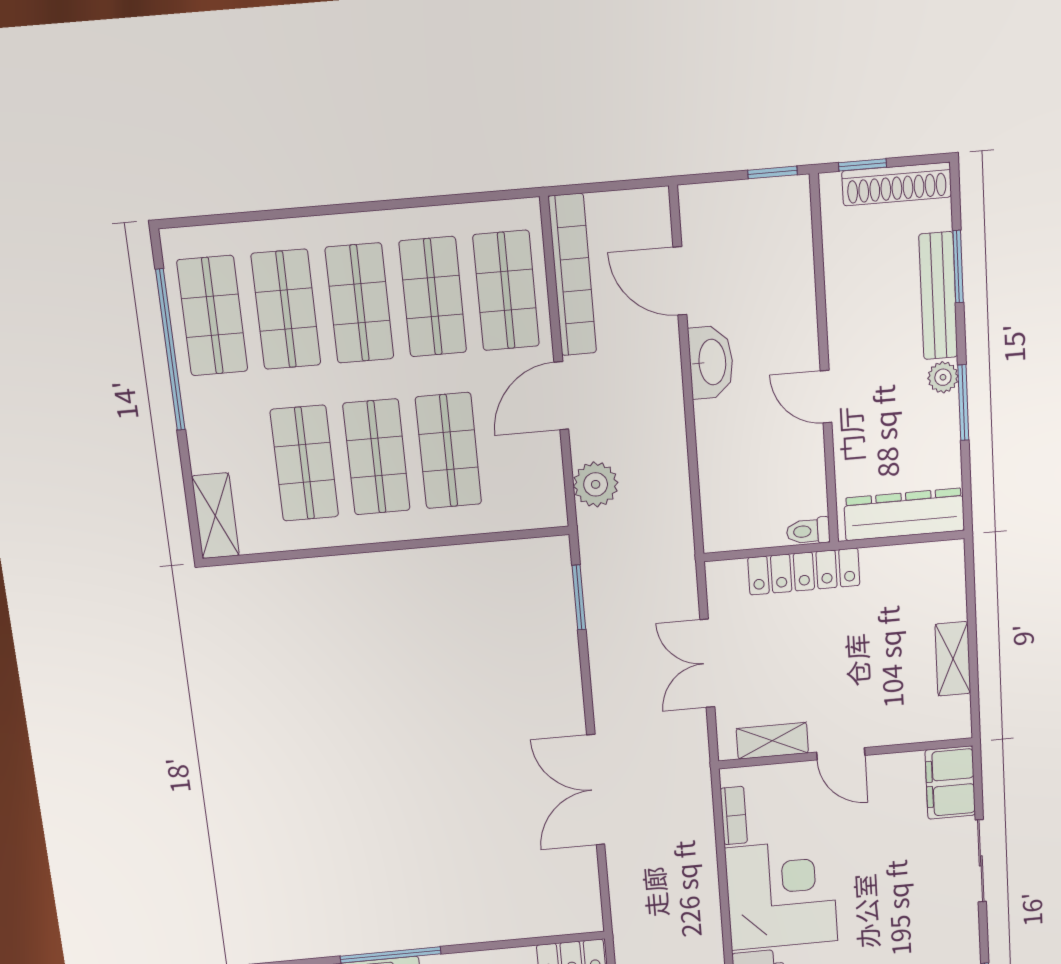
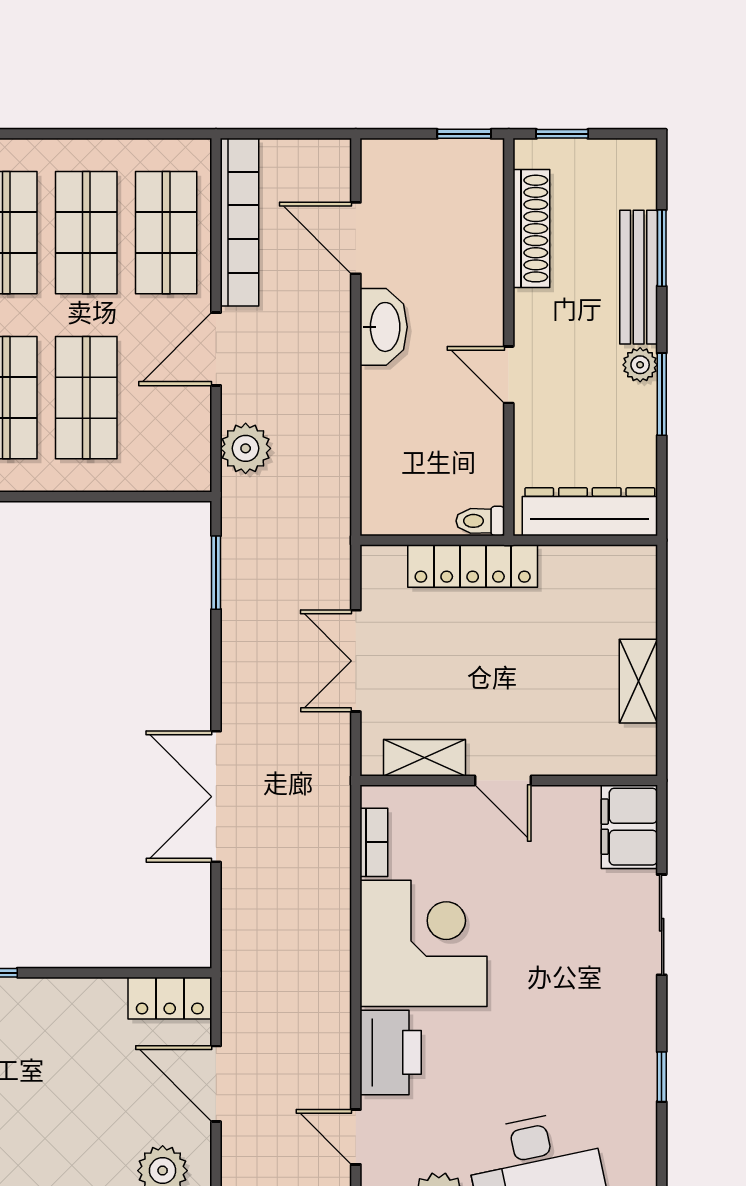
shoe rack: (897, 184) -> (531, 229), moved, turned -90

